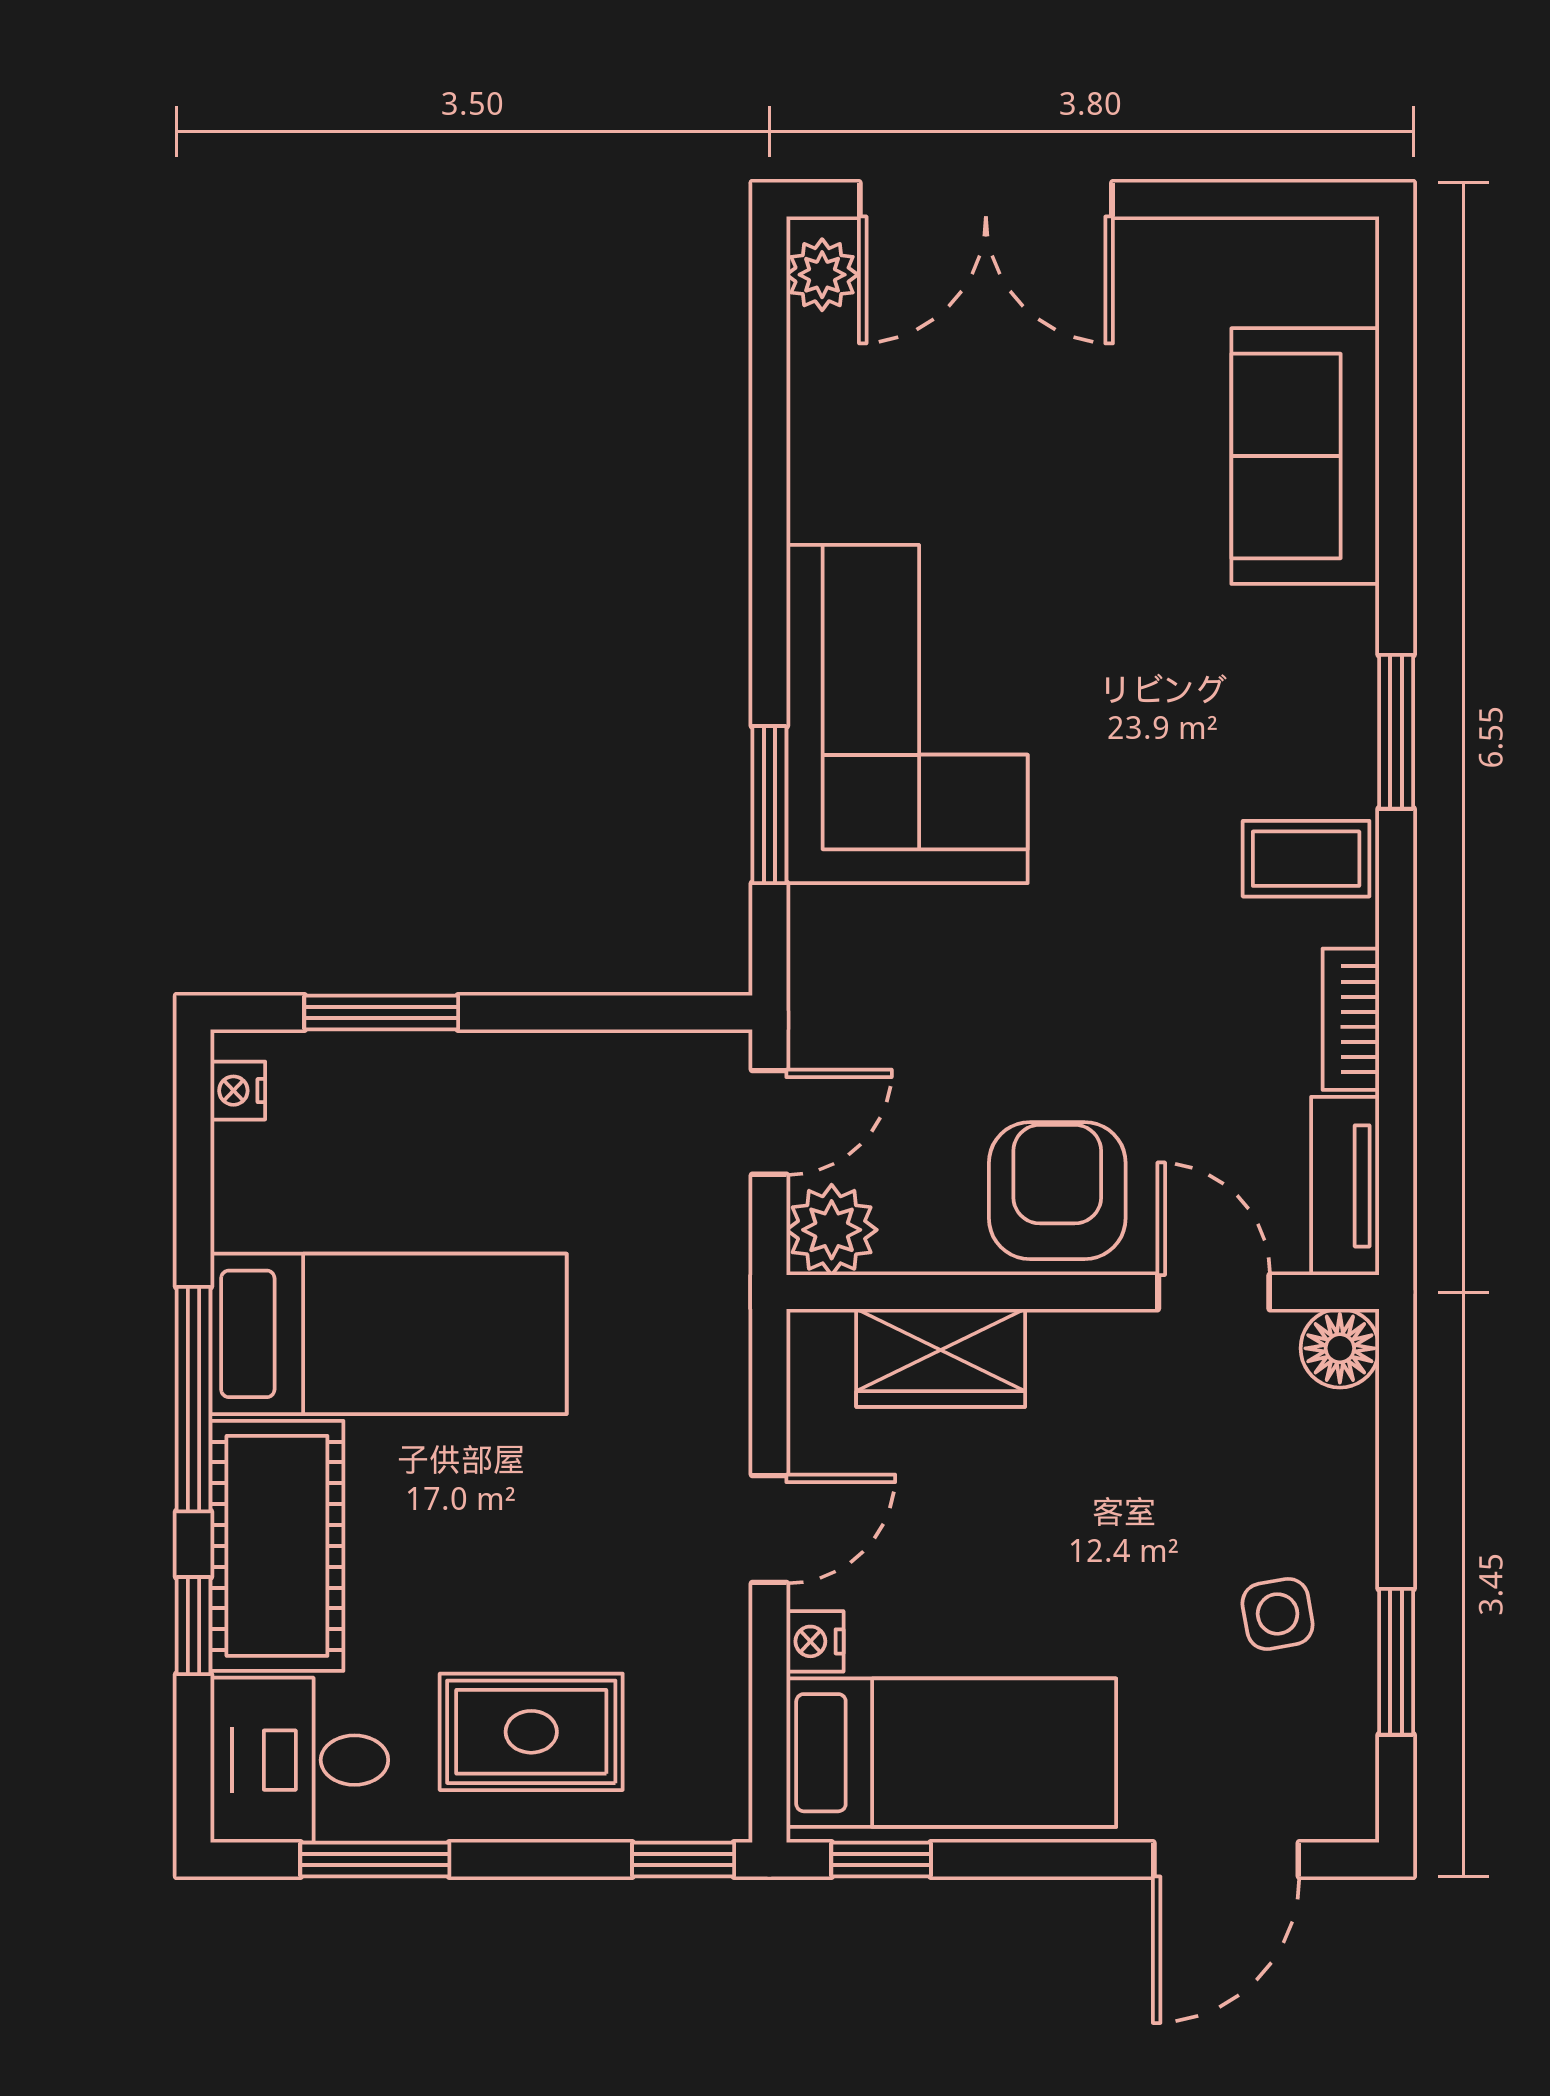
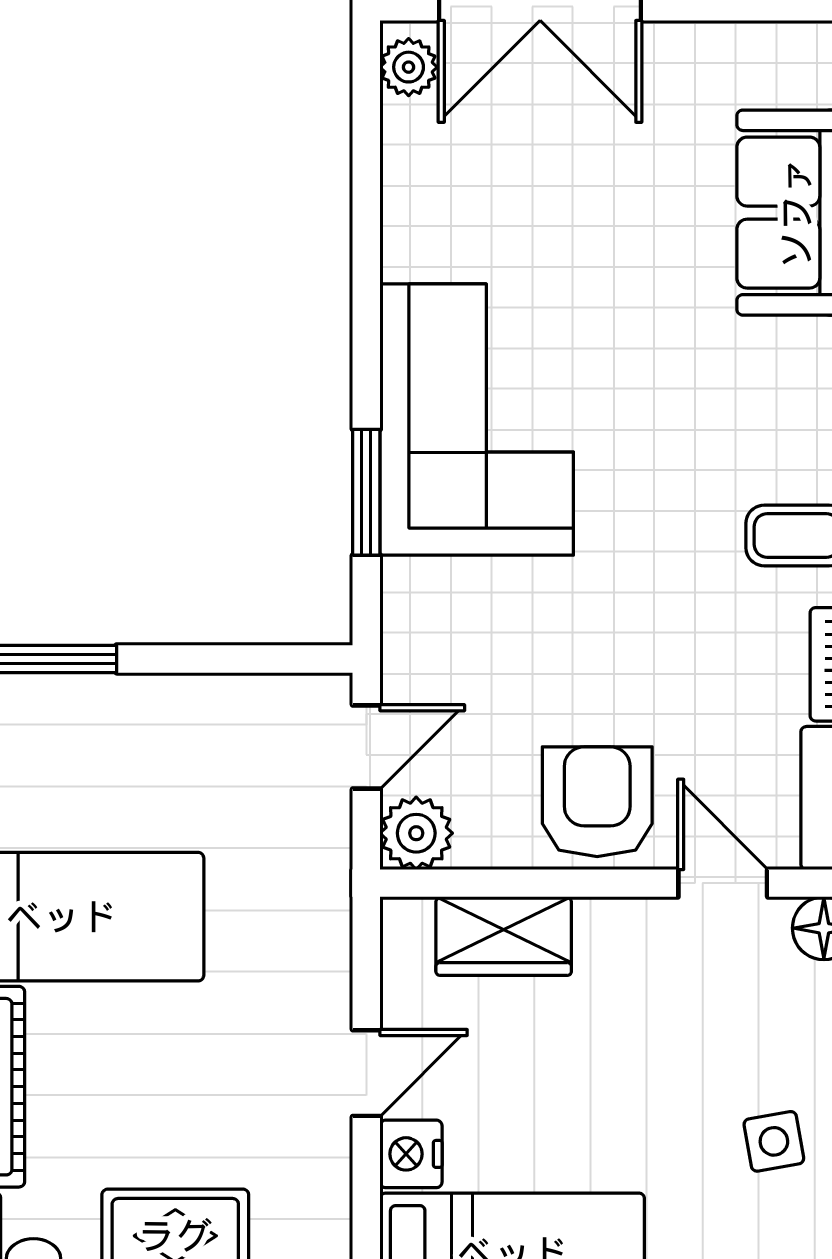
nightstand: (815, 1641) -> (411, 1154), width x1.39, depth x1.35

